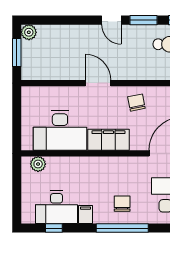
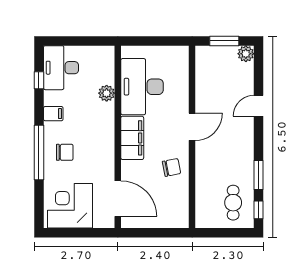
door: (111, 20) -> (259, 106), moved
plant: (38, 164) -> (107, 93), moved
desk: (56, 207) -> (61, 68), moved

